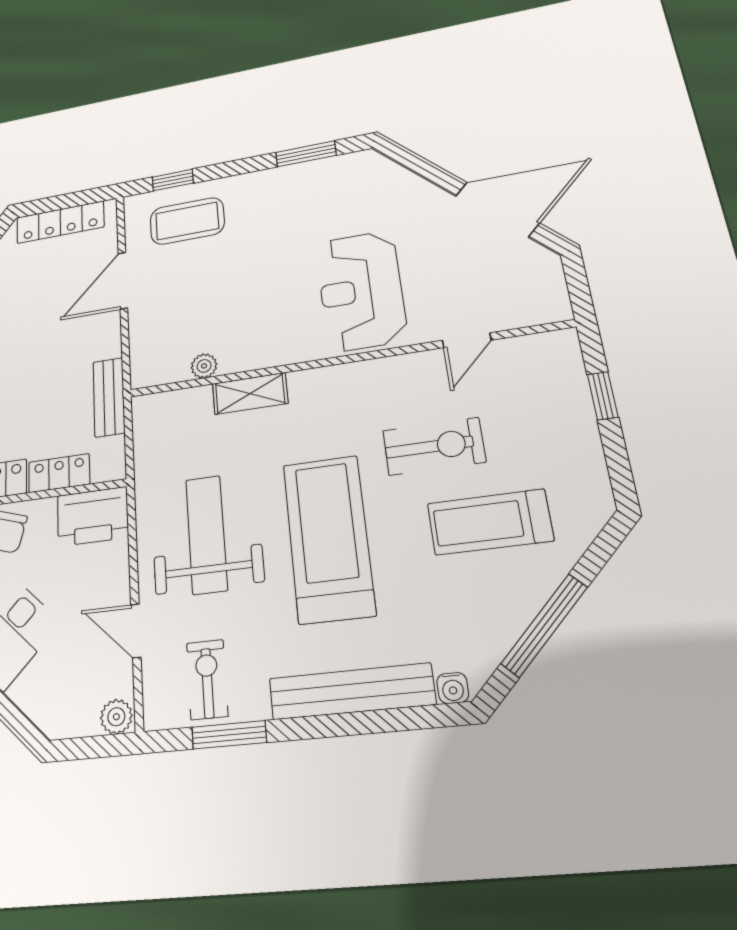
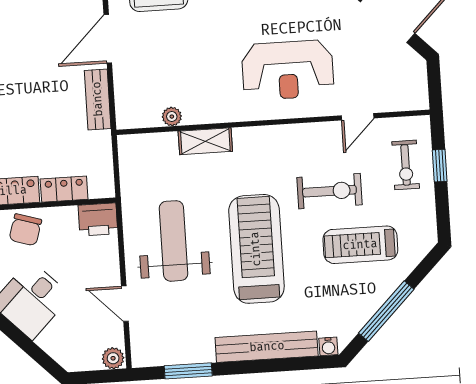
reception desk: (361, 291) -> (288, 70), turned -90
bench: (109, 397) -> (98, 99), moved
printer: (93, 516) -> (98, 219), width x0.73, depth x0.84
exercise bike: (207, 679) -> (406, 165), moved, turned 180

